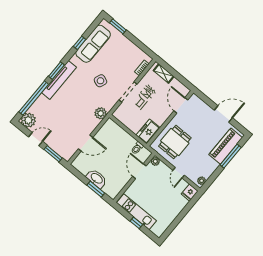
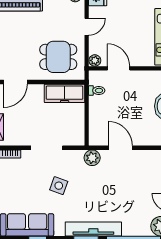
freezer: (148, 131) -> (65, 93), width x1.40
door: (86, 143) -> (120, 148), moved
door: (139, 171) -> (119, 68), swing flipped

